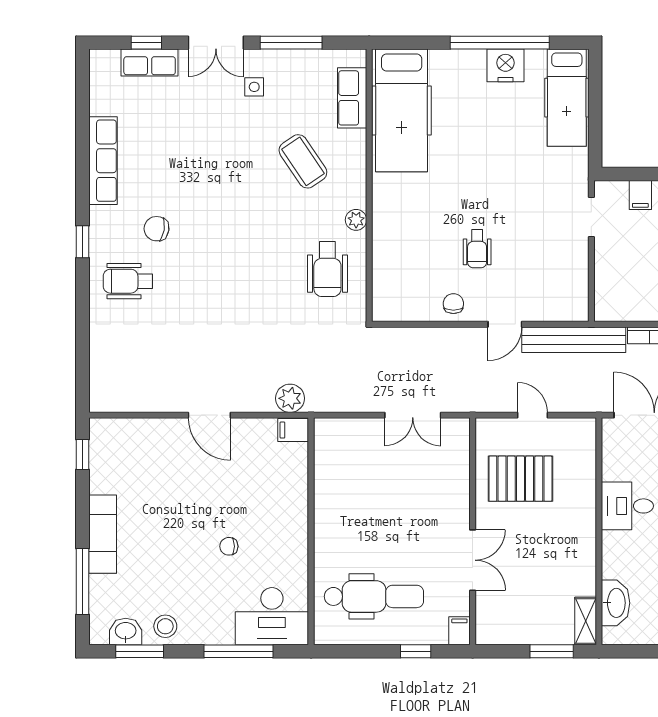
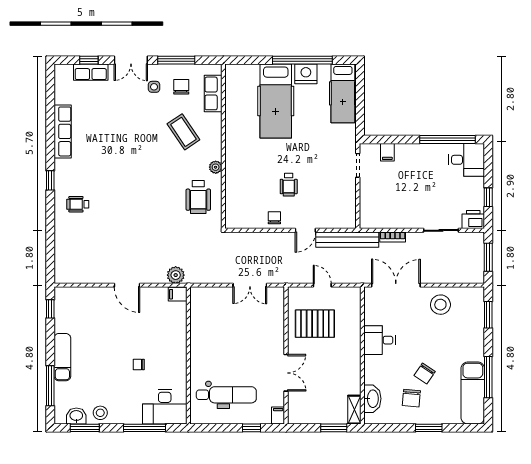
hospital bed: (402, 110) -> (276, 101), moved
chair: (157, 229) -> (181, 87), moved, turned 81
wheelchair: (128, 281) -> (78, 204), width x0.73, depth x0.73

